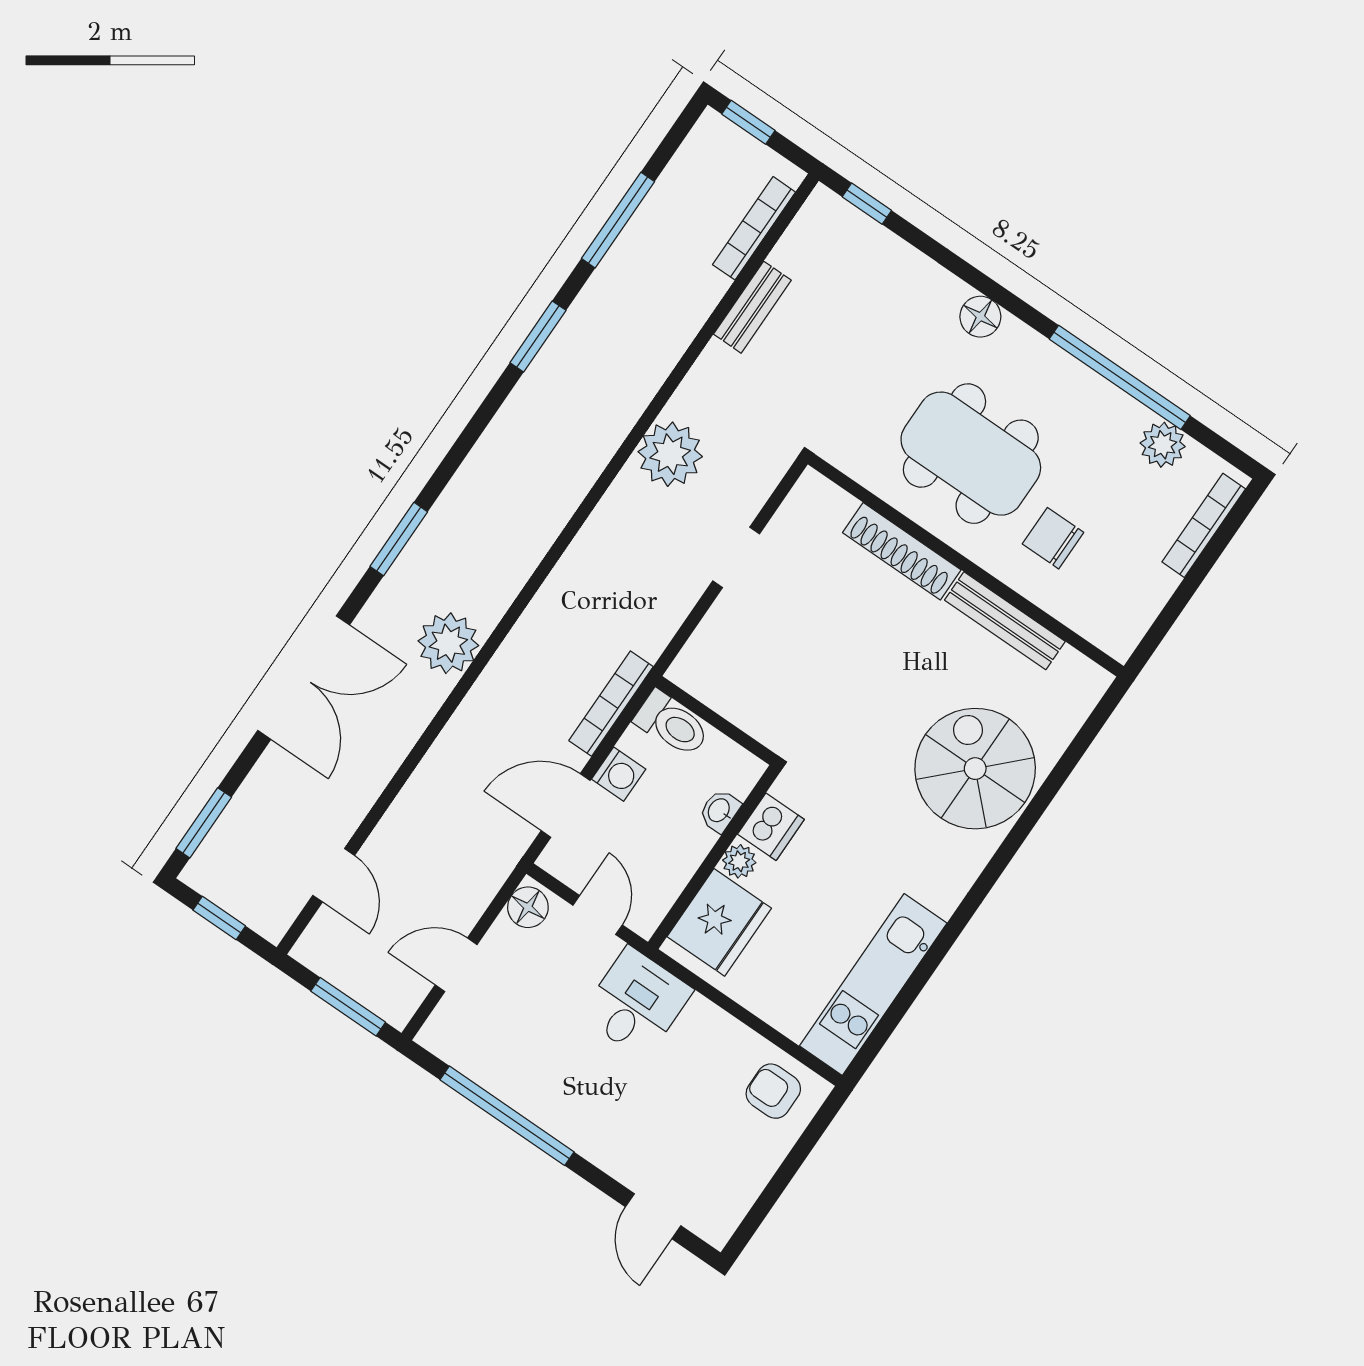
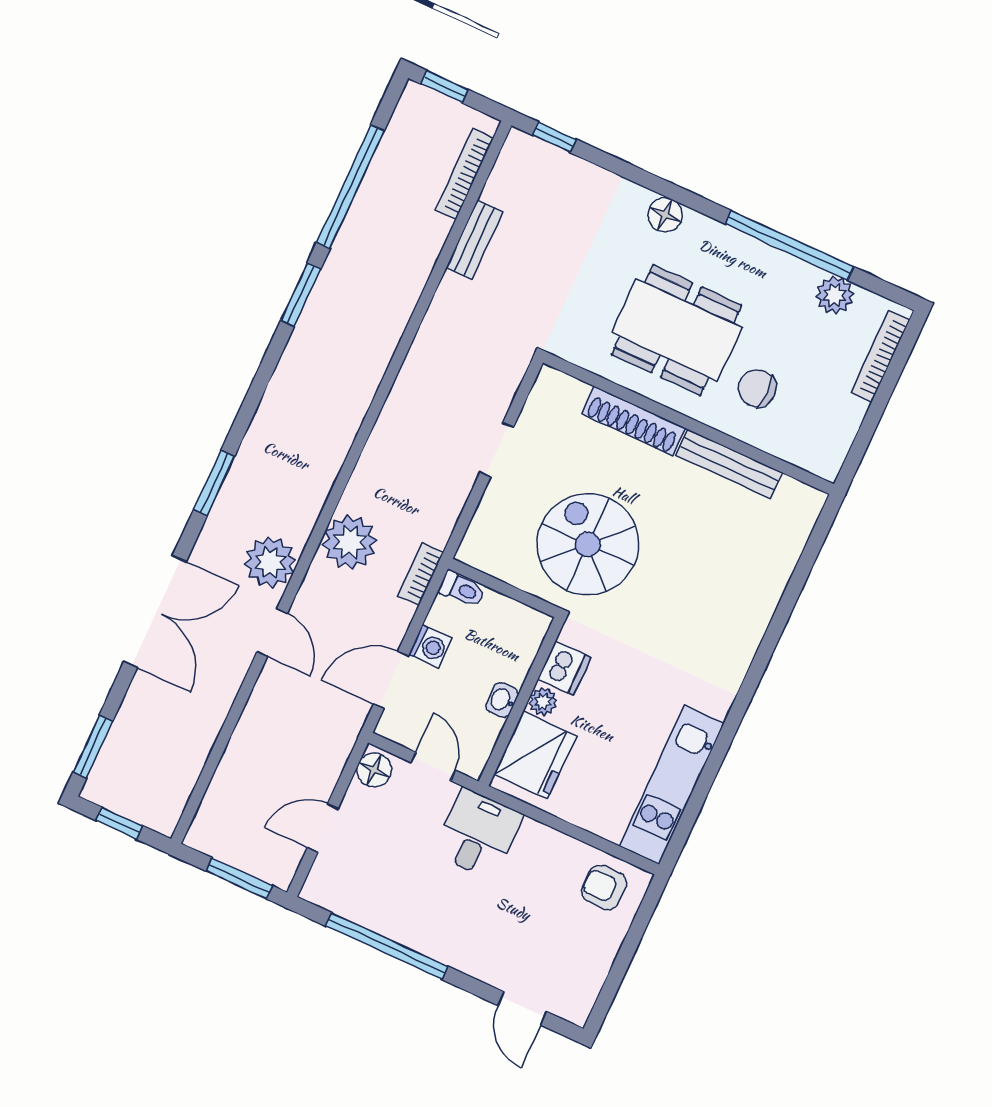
window: (618, 220) -> (350, 187), width x1.46
plant: (670, 454) -> (350, 542), moved
bookcase: (611, 704) -> (421, 574), width x0.64
toilet: (672, 724) -> (462, 589), width x0.73, depth x0.72
spiral stairs: (975, 769) -> (588, 544), moved
washbasin: (719, 811) -> (502, 700), moved
door: (334, 875) -> (272, 632), moved

